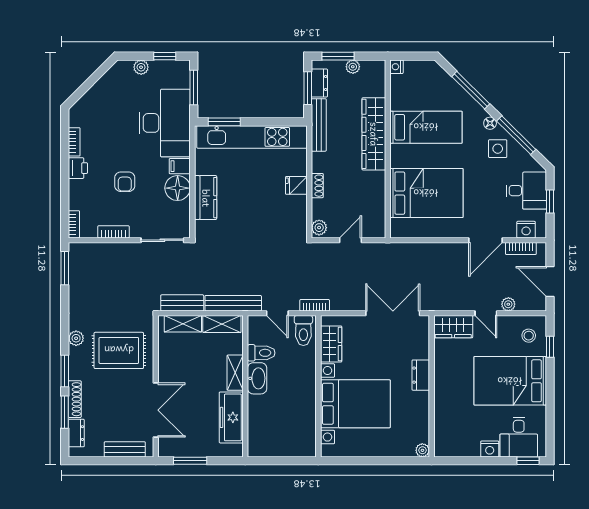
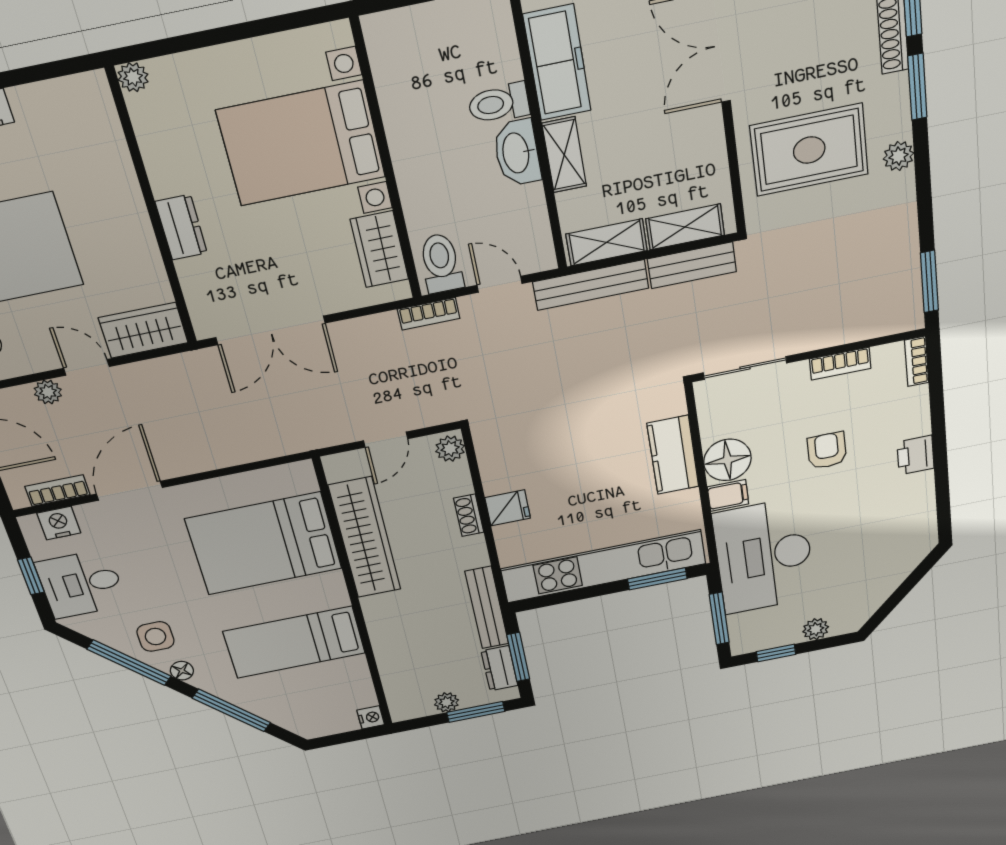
wardrobe: (374, 134) -> (365, 538), moved
bookcase: (74, 142) -> (925, 495), removed
toilet: (261, 353) -> (499, 103), moved

